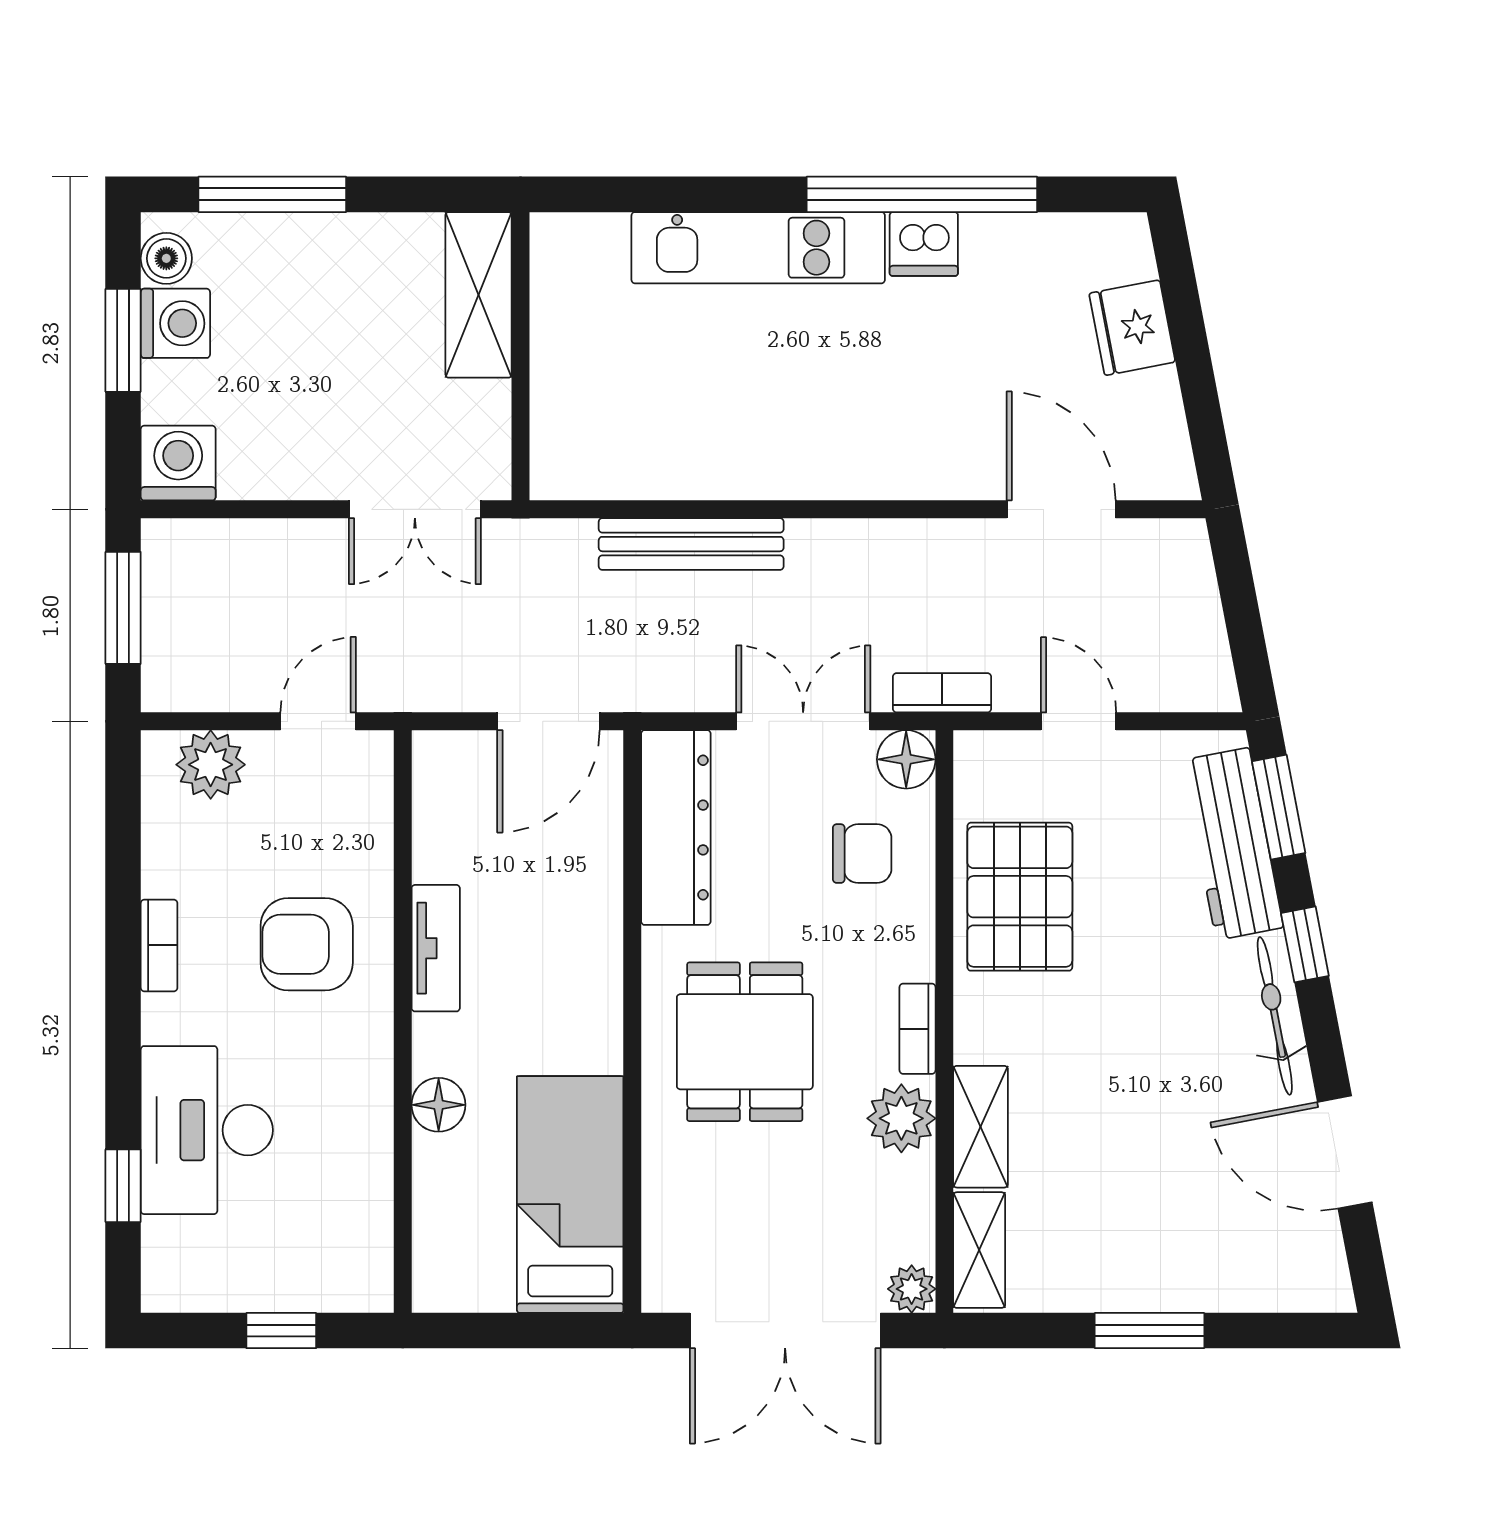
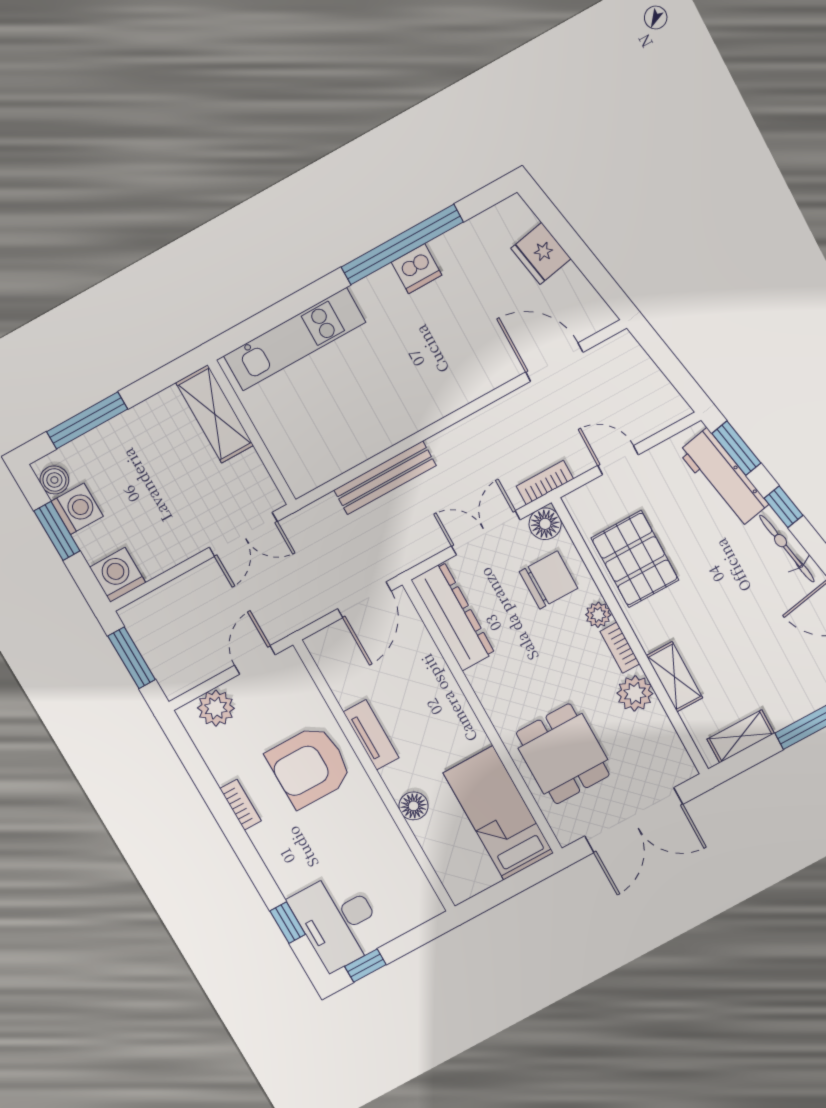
kitchen unit: (758, 248) -> (295, 339), moved
chair: (862, 854) -> (549, 580), width x1.37, depth x1.37
armchair: (307, 944) -> (309, 766), width x1.36, depth x1.36
dining table: (745, 1042) -> (563, 754), moved
desk: (207, 1130) -> (338, 921), moved
shelving: (979, 1250) -> (741, 736), moved, turned 90
plant: (912, 1289) -> (598, 615), moved
window: (281, 1331) -> (365, 965), moved

